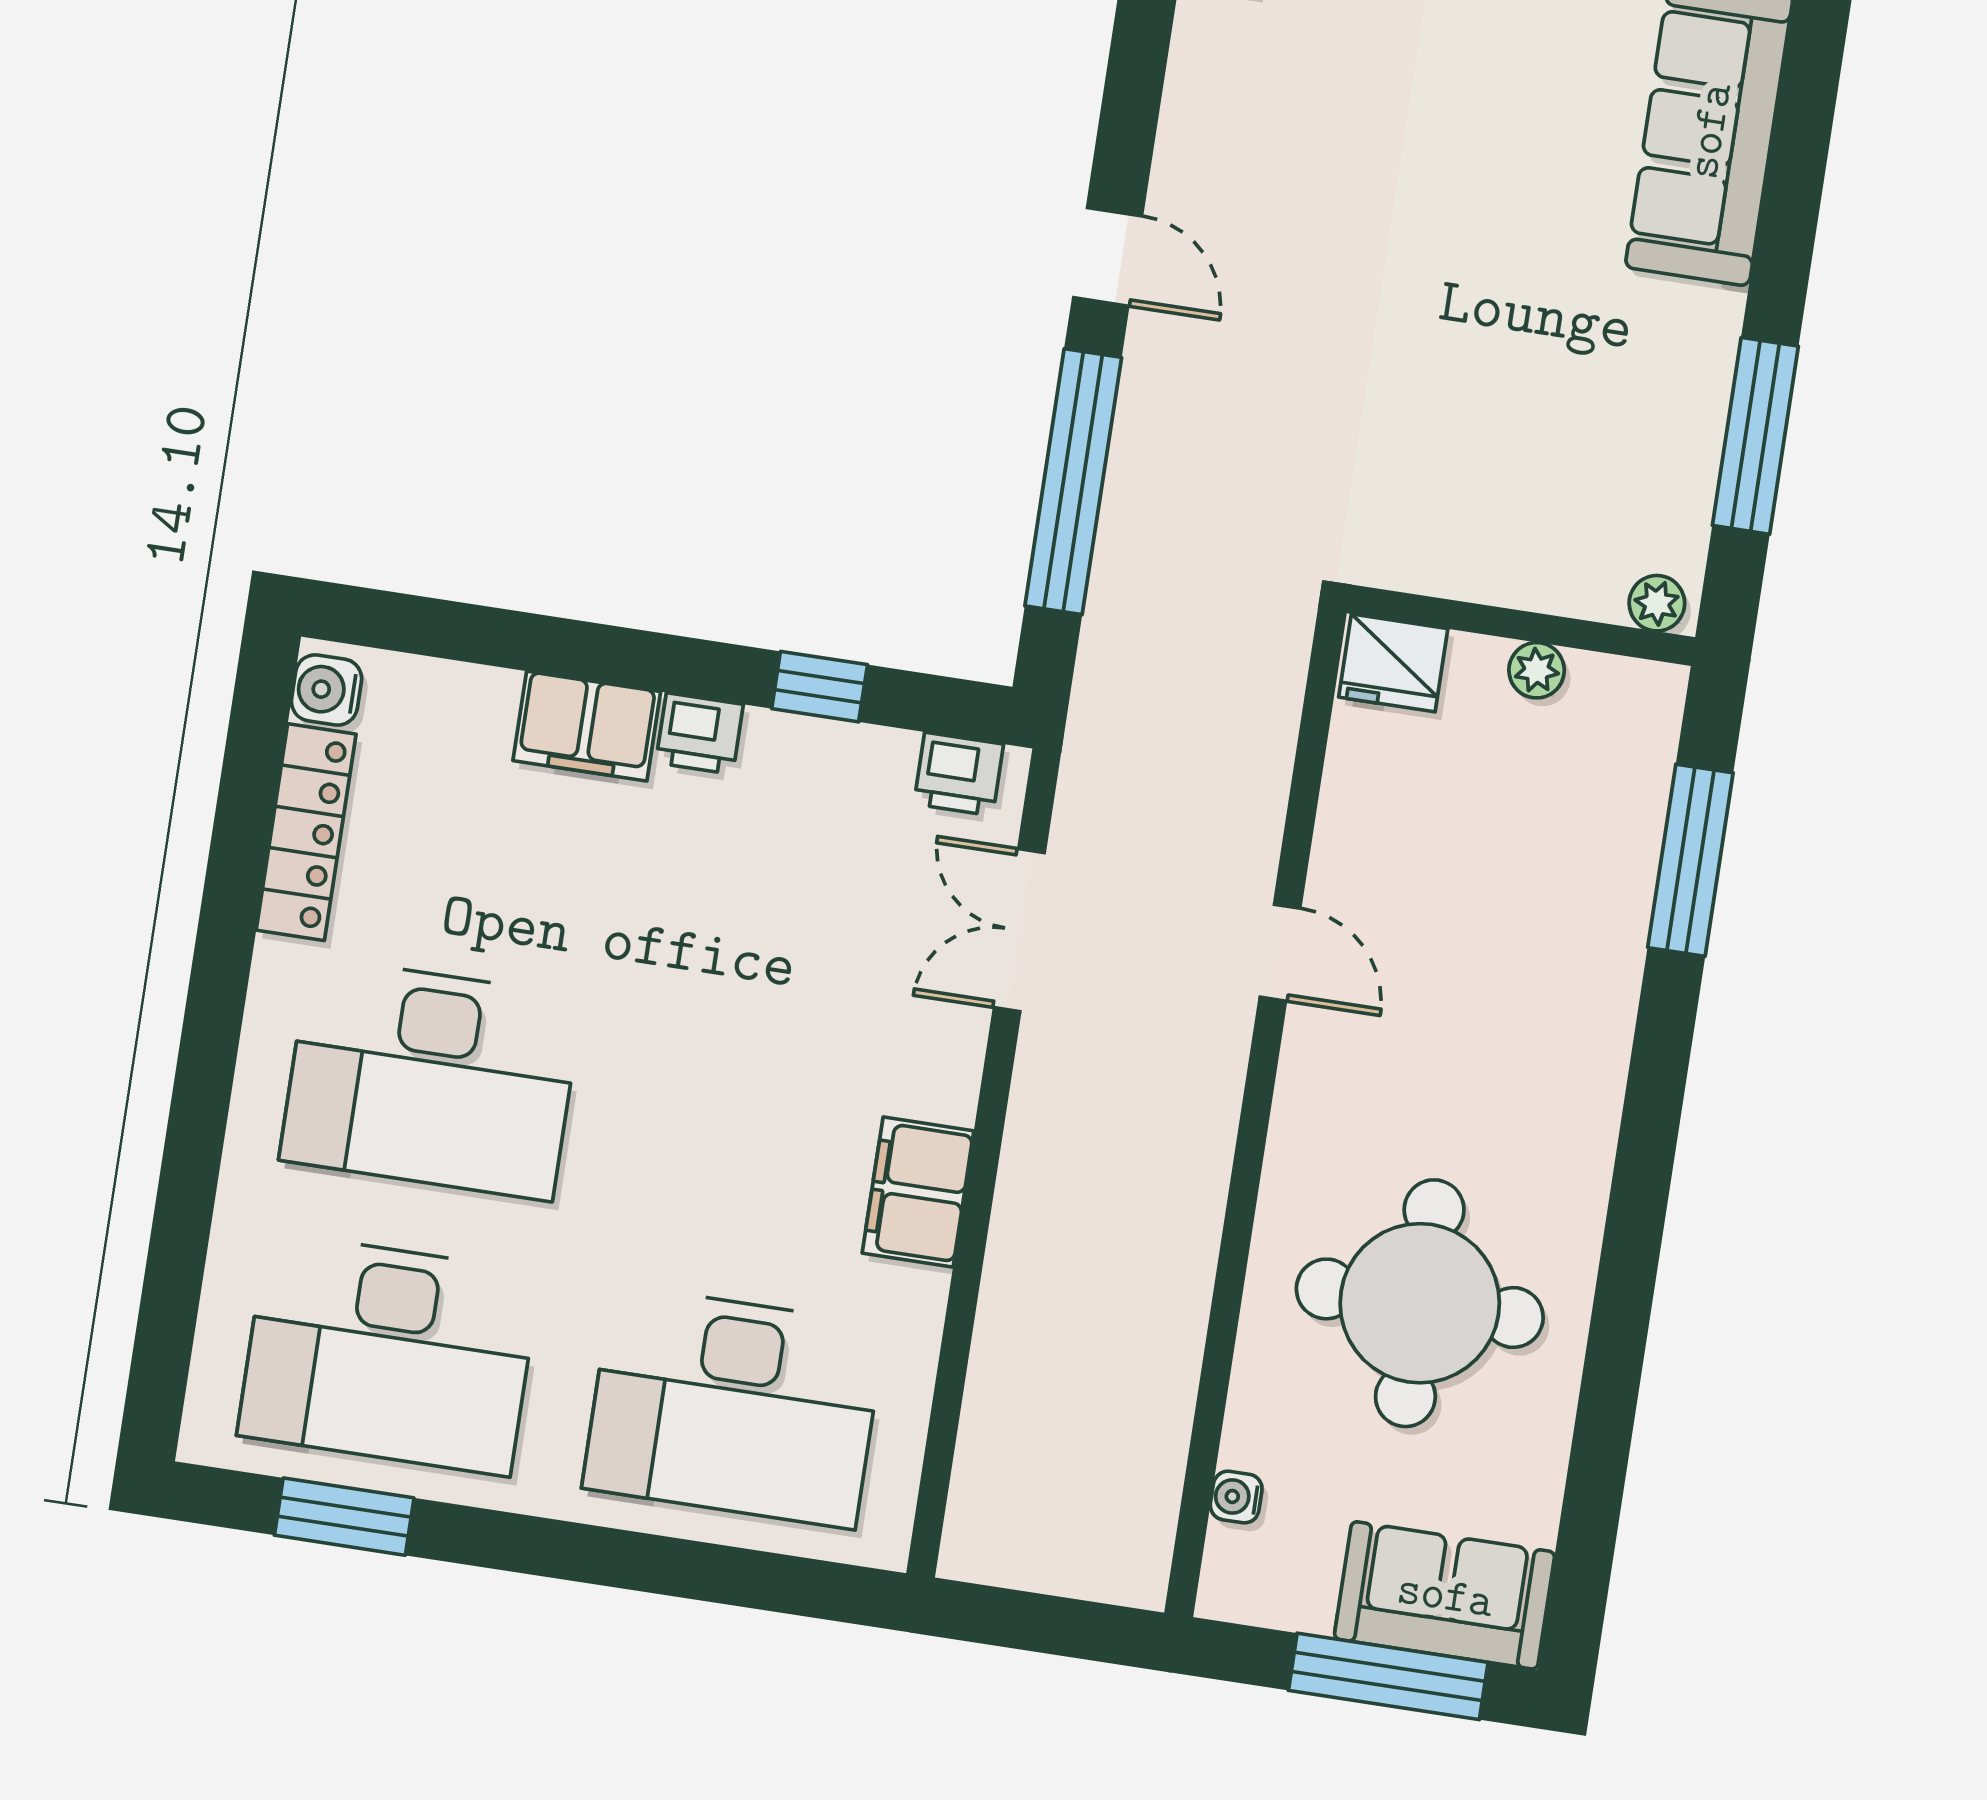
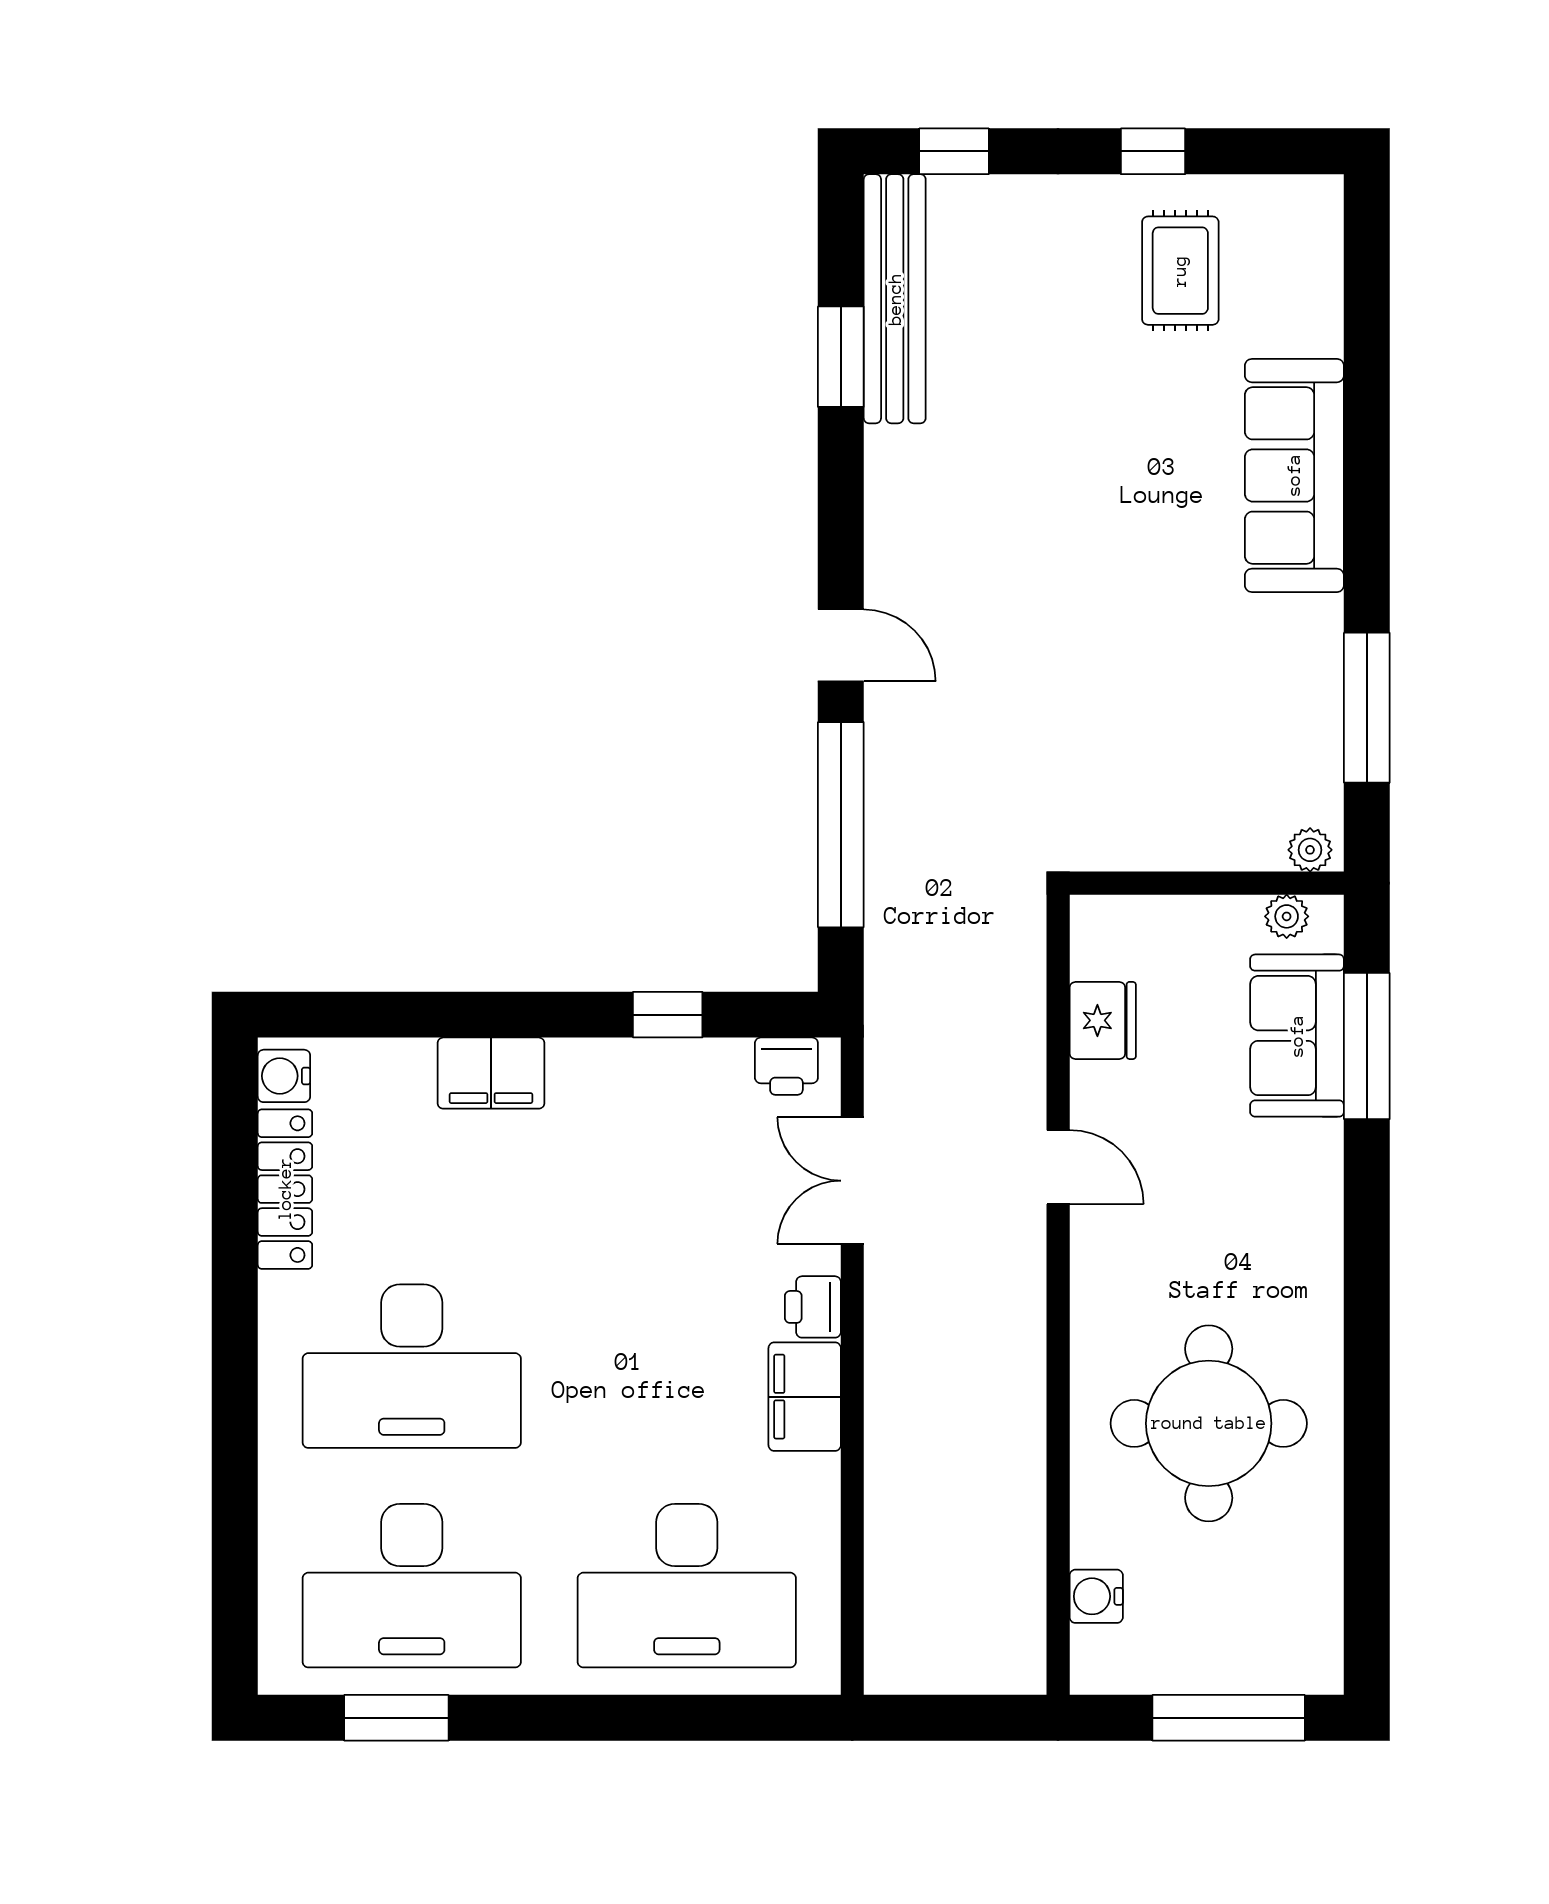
fridge: (1393, 663) -> (1103, 1020), moved, turned -90
plant: (1537, 670) -> (1287, 916), moved
printer: (700, 733) -> (813, 1307), moved, turned 90
water cooler: (1236, 1497) -> (1096, 1596), width x1.38, depth x1.38
sofa: (1445, 1595) -> (1297, 1036), moved, turned -90

